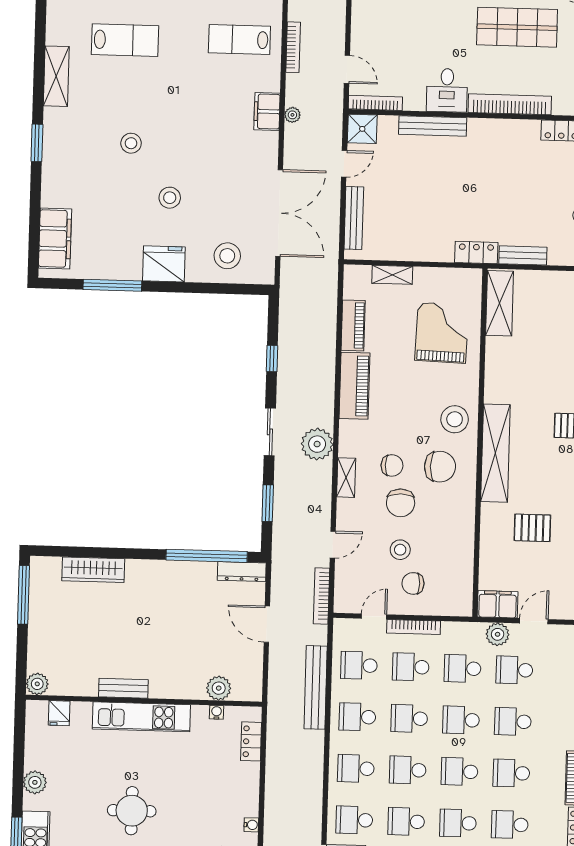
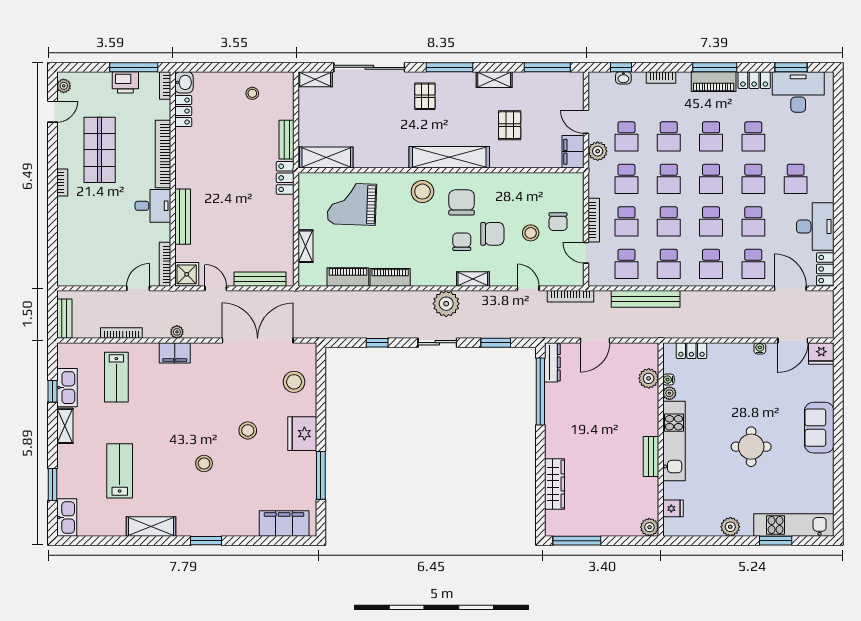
piano: (355, 386) -> (390, 277), width x0.73, depth x0.75
plant: (200, 713) -> (669, 393), added

